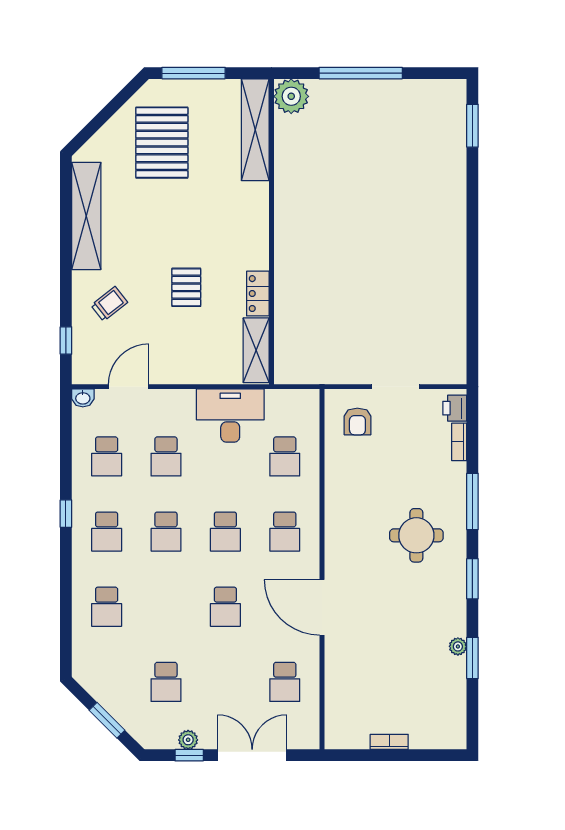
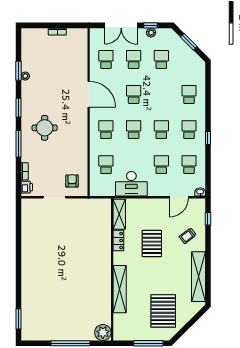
shelving: (255, 130) -> (120, 289), moved
pallet: (186, 287) -> (152, 243), width x1.50, depth x1.42
school desk: (225, 682) -> (134, 60), added

